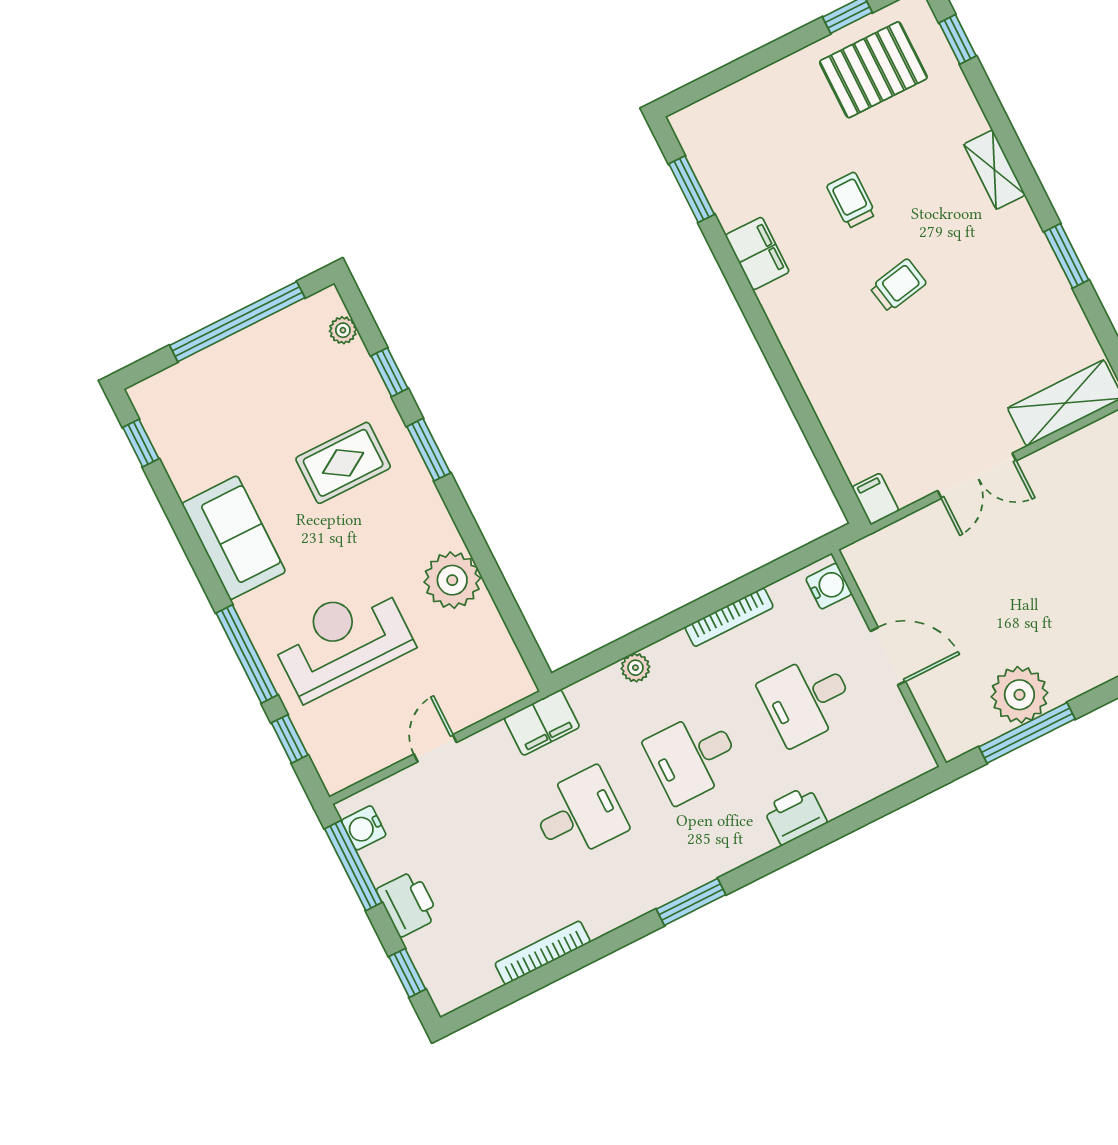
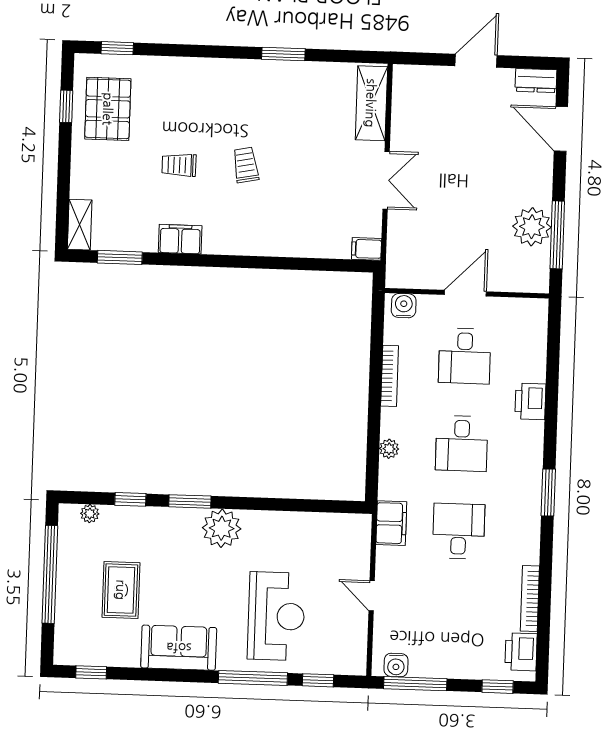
shelving: (994, 170) -> (80, 225), moved, turned 90
rug: (343, 463) -> (121, 590), moved
plant: (452, 580) -> (222, 528), moved
reception desk: (342, 640) -> (276, 616), turned 180
printer: (408, 904) -> (521, 652), moved, turned -90

